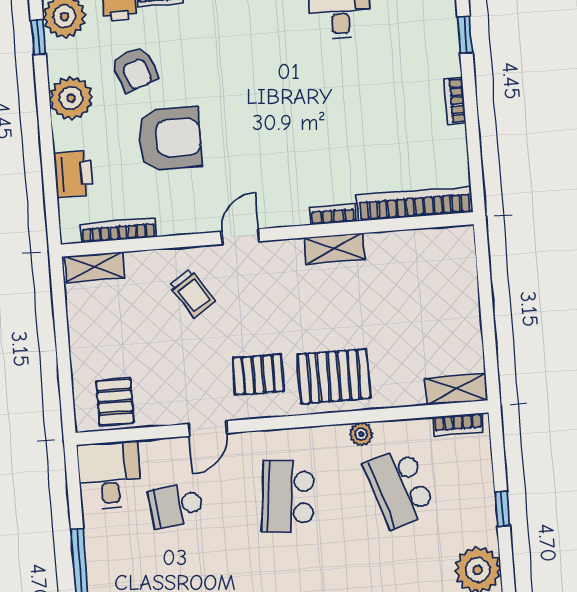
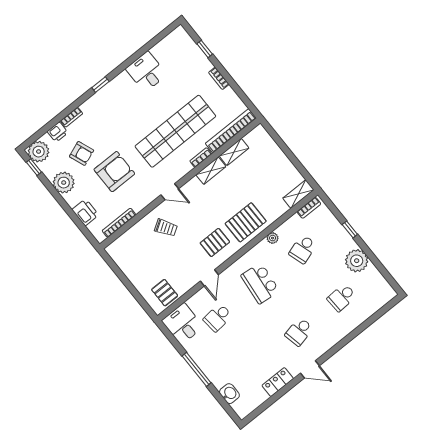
shop shelf: (320, 140) -> (175, 131), added
door: (240, 237) -> (170, 192), swing flipped
shelving: (95, 267) -> (234, 152), moved
school desk: (400, 488) -> (303, 249), width x0.54

